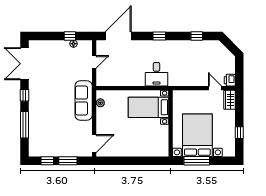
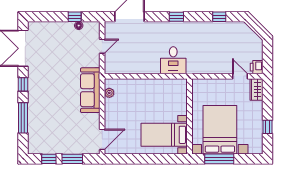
bed with nightstands: (148, 107) -> (164, 135), moved

